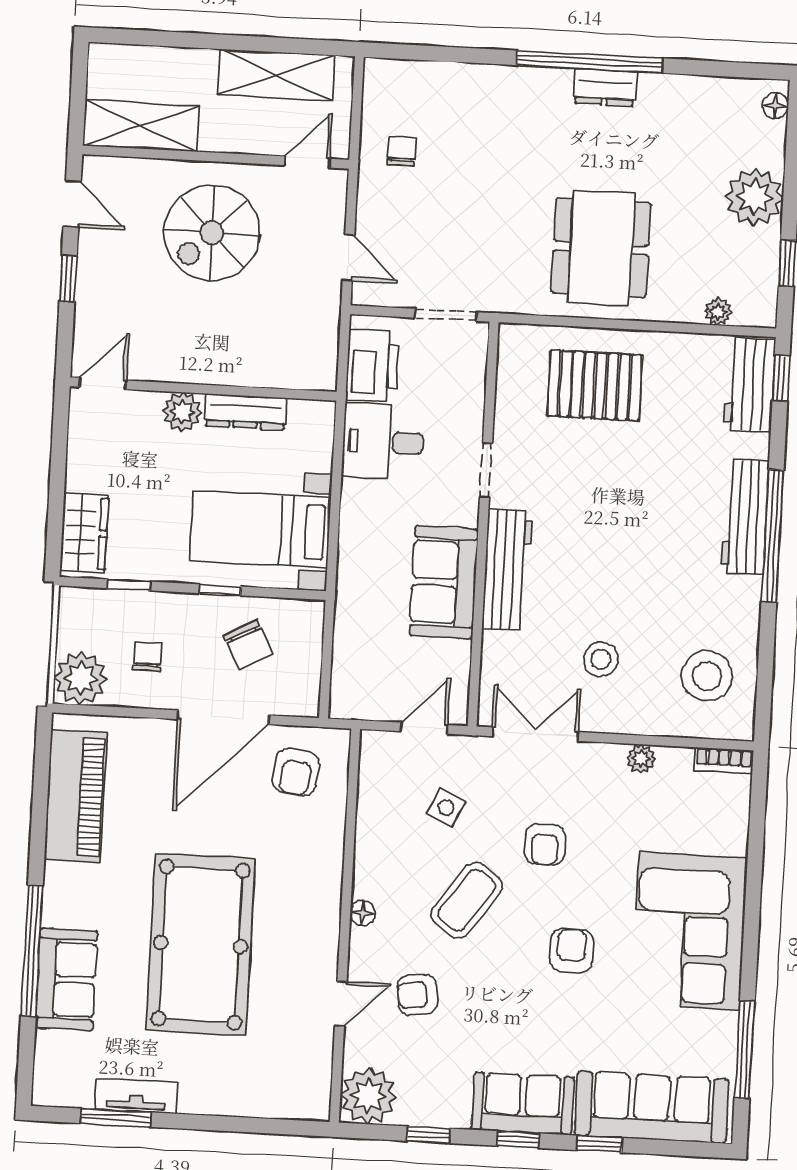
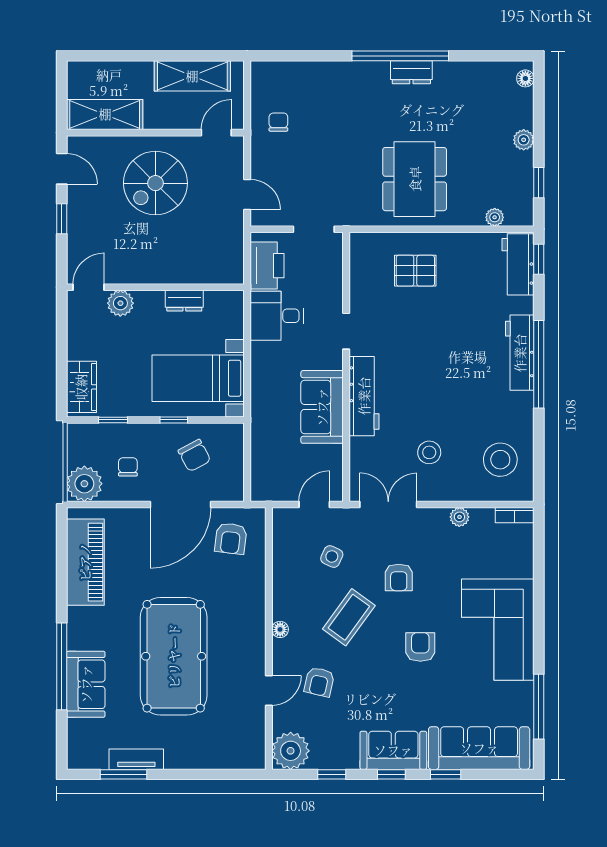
plant: (754, 197) -> (524, 140), width x0.53, depth x0.53
pallet: (595, 385) -> (415, 271), width x0.67, depth x0.71
plant: (182, 412) -> (120, 303), moved
dresser: (246, 412) -> (184, 301), width x0.70
armchair: (417, 995) -> (319, 682), turned -69

